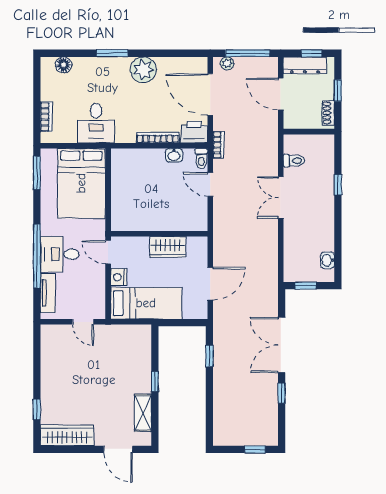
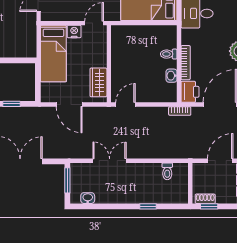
window: (338, 90) -> (209, 206), moved
toilet: (201, 159) -> (169, 54), moved
door: (210, 184) -> (125, 105), moved
double door: (281, 197) -> (110, 161), moved
wardrobe: (168, 247) -> (98, 82), moved
window: (305, 286) -> (67, 180), width x1.50

